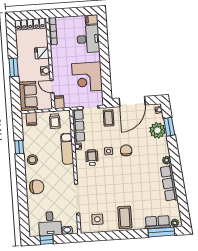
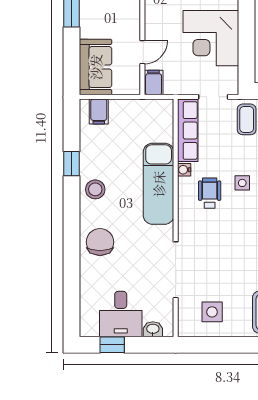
water cooler: (45, 71) -> (132, 21), removed
door: (52, 87) -> (142, 52), swing flipped
trolley: (55, 121) -> (143, 119), removed
exam couch: (67, 149) -> (159, 184), width x1.36, depth x1.45
chair: (37, 187) -> (100, 242), turned -90

